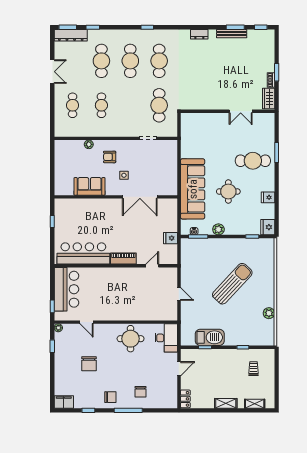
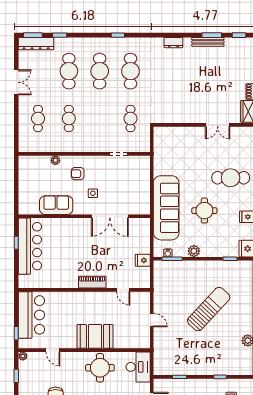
cafe table: (159, 105) -> (130, 119), width x0.73, depth x0.74
bar counter: (83, 253) -> (30, 246), moved, turned 90
door: (152, 266) -> (123, 290), swing flipped
booth: (126, 309) -> (95, 336), added
barbecue: (210, 337) -> (185, 366), removed

